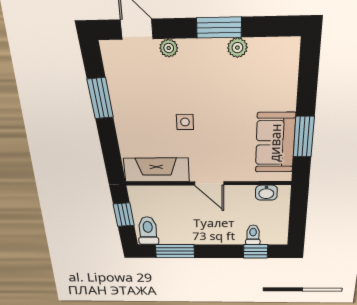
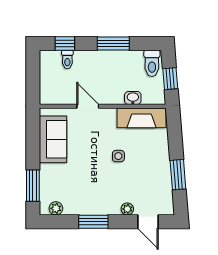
plant: (237, 48) -> (56, 208), moved
window: (304, 137) -> (33, 186), moved
door: (209, 183) -> (88, 106), moved
washbasin: (266, 193) -> (133, 98), moved
window: (175, 251) -> (113, 44), moved

